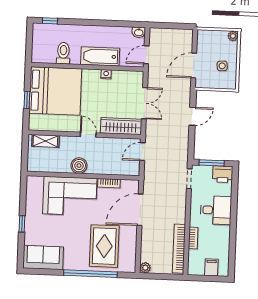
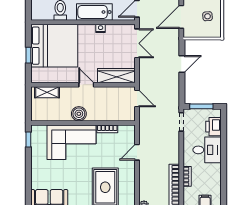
double door: (144, 103) -> (137, 43), moved
door: (142, 152) -> (137, 99), swing flipped
printer: (223, 174) -> (214, 127), moved, turned 90
door: (140, 210) -> (137, 152), width x0.53
window: (22, 224) -> (28, 140), moved

